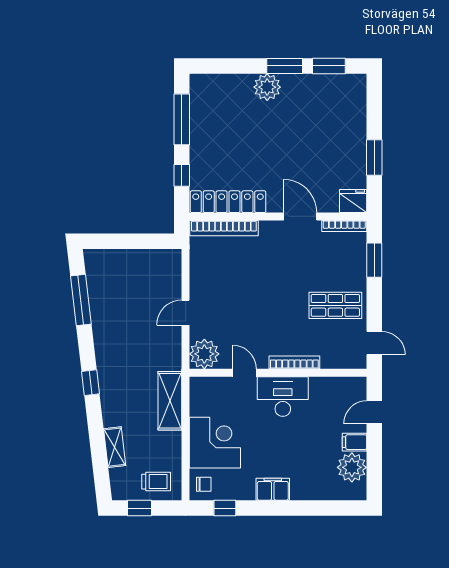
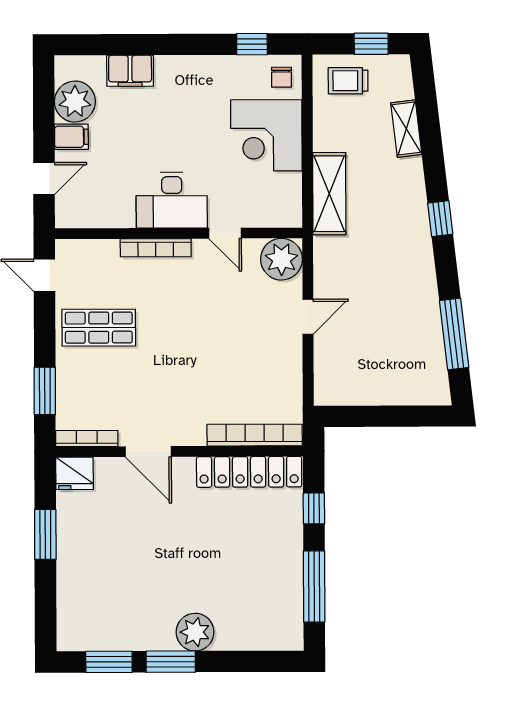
chair: (204, 484) -> (281, 77), turned -90
filing cabinet: (273, 489) -> (130, 71), moved

